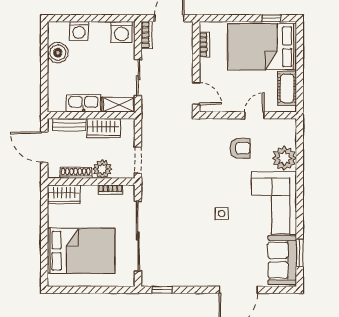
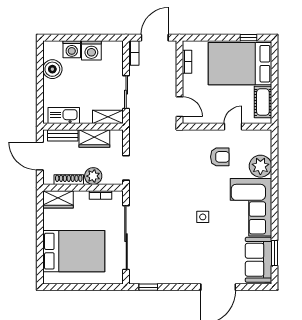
washing machine: (122, 32) -> (91, 50), moved
kitchen sink: (84, 103) -> (64, 115), moved

